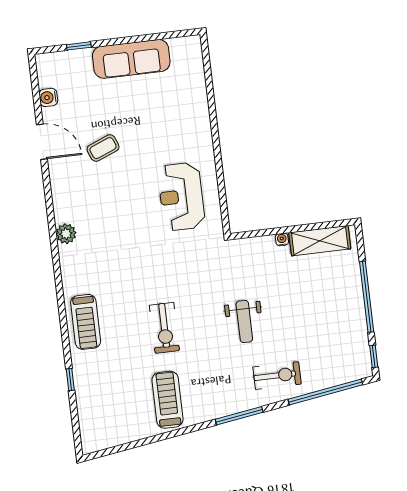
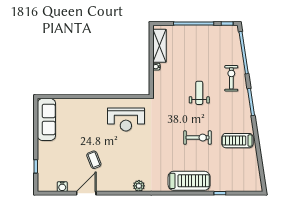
sofa: (131, 59) -> (46, 119), moved
weight bench: (244, 321) -> (199, 93), turned -90
treadmill: (86, 322) -> (189, 181), width x1.37, depth x1.38

